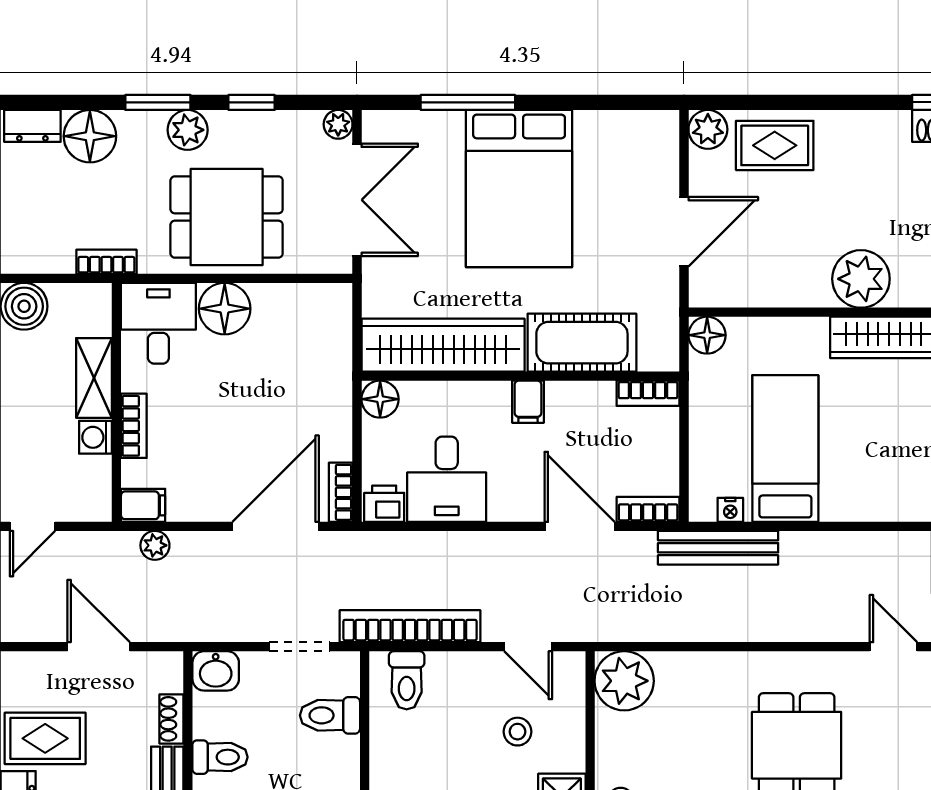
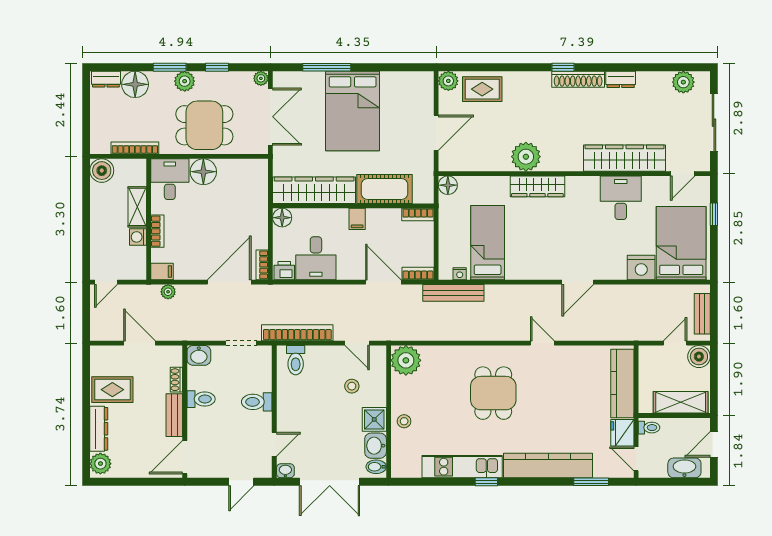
bookcase: (106, 262) -> (135, 148), width x1.56
toilet: (330, 715) -> (257, 402), moved

